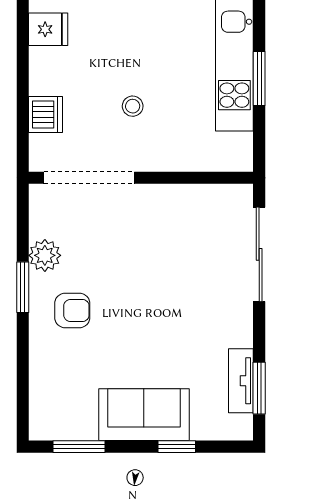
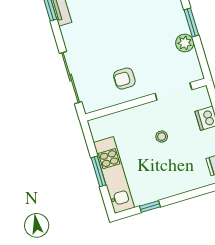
doorway: (89, 178) -> (173, 91), width x0.73
armchair: (72, 310) -> (124, 79), moved

